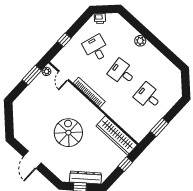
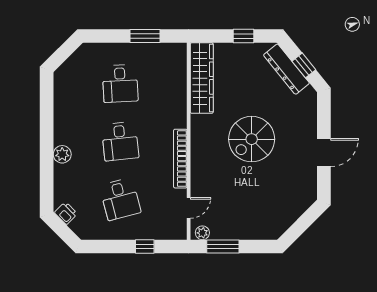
printer: (100, 19) -> (66, 213), moved
desk: (96, 48) -> (120, 199), turned -33
window: (125, 164) -> (243, 36), moved

